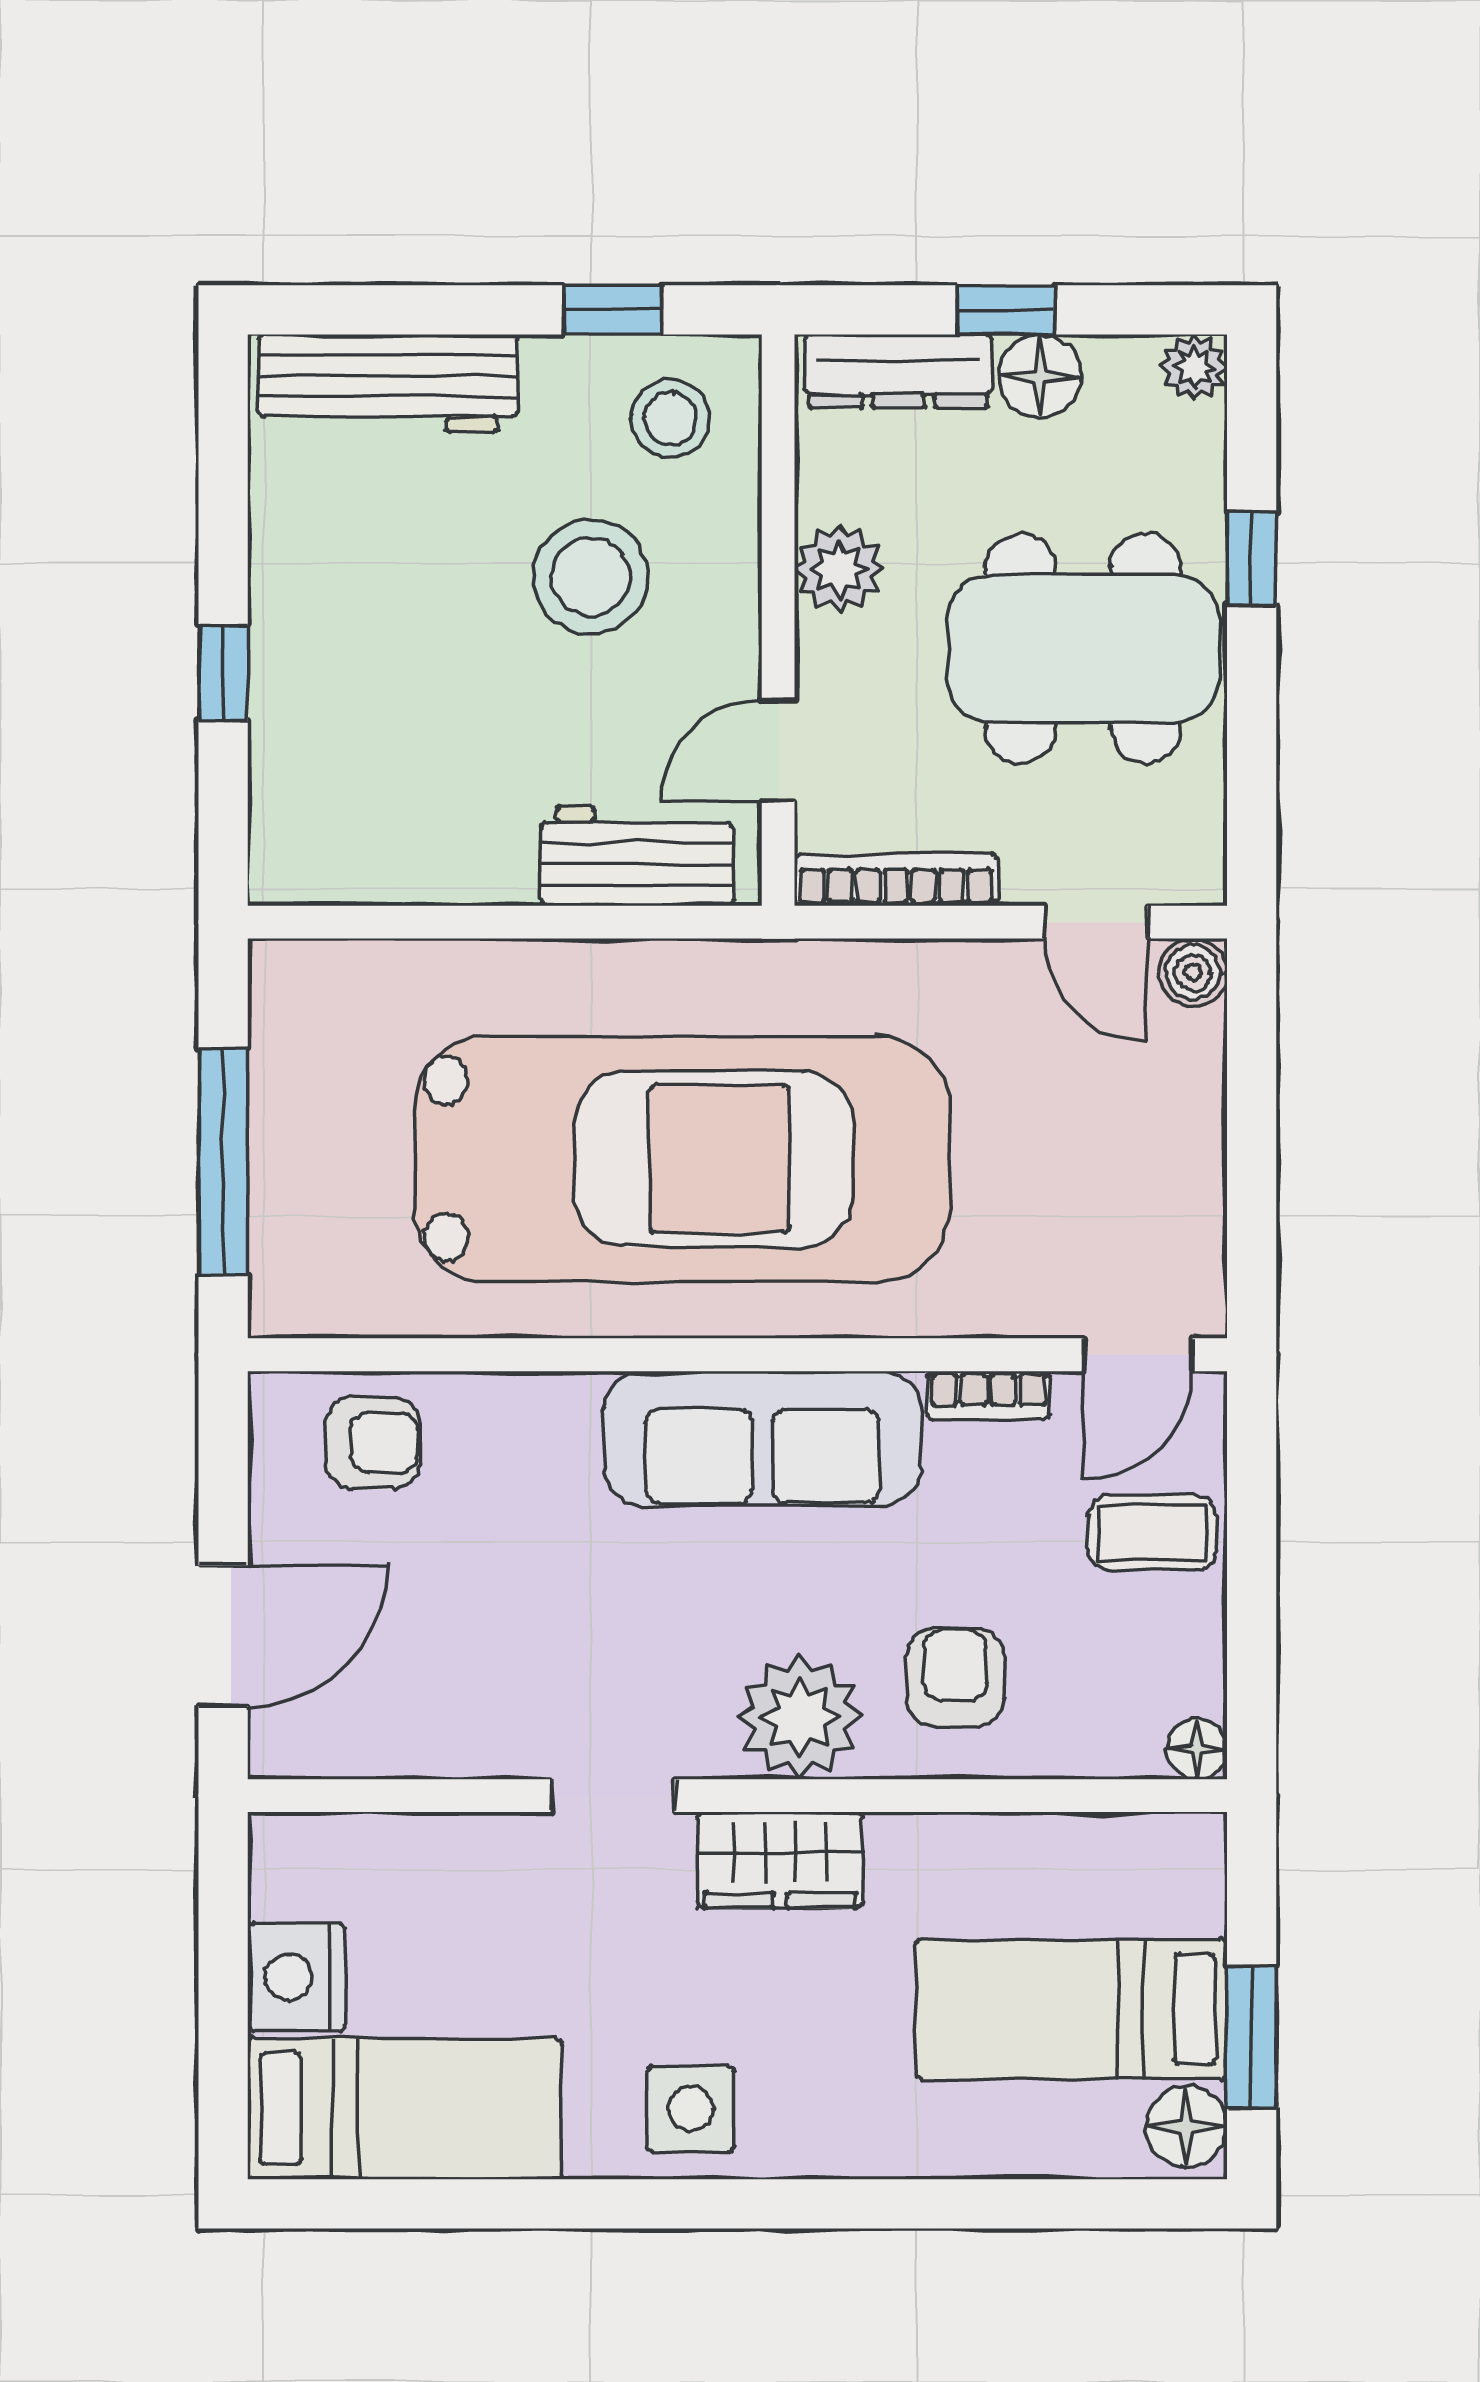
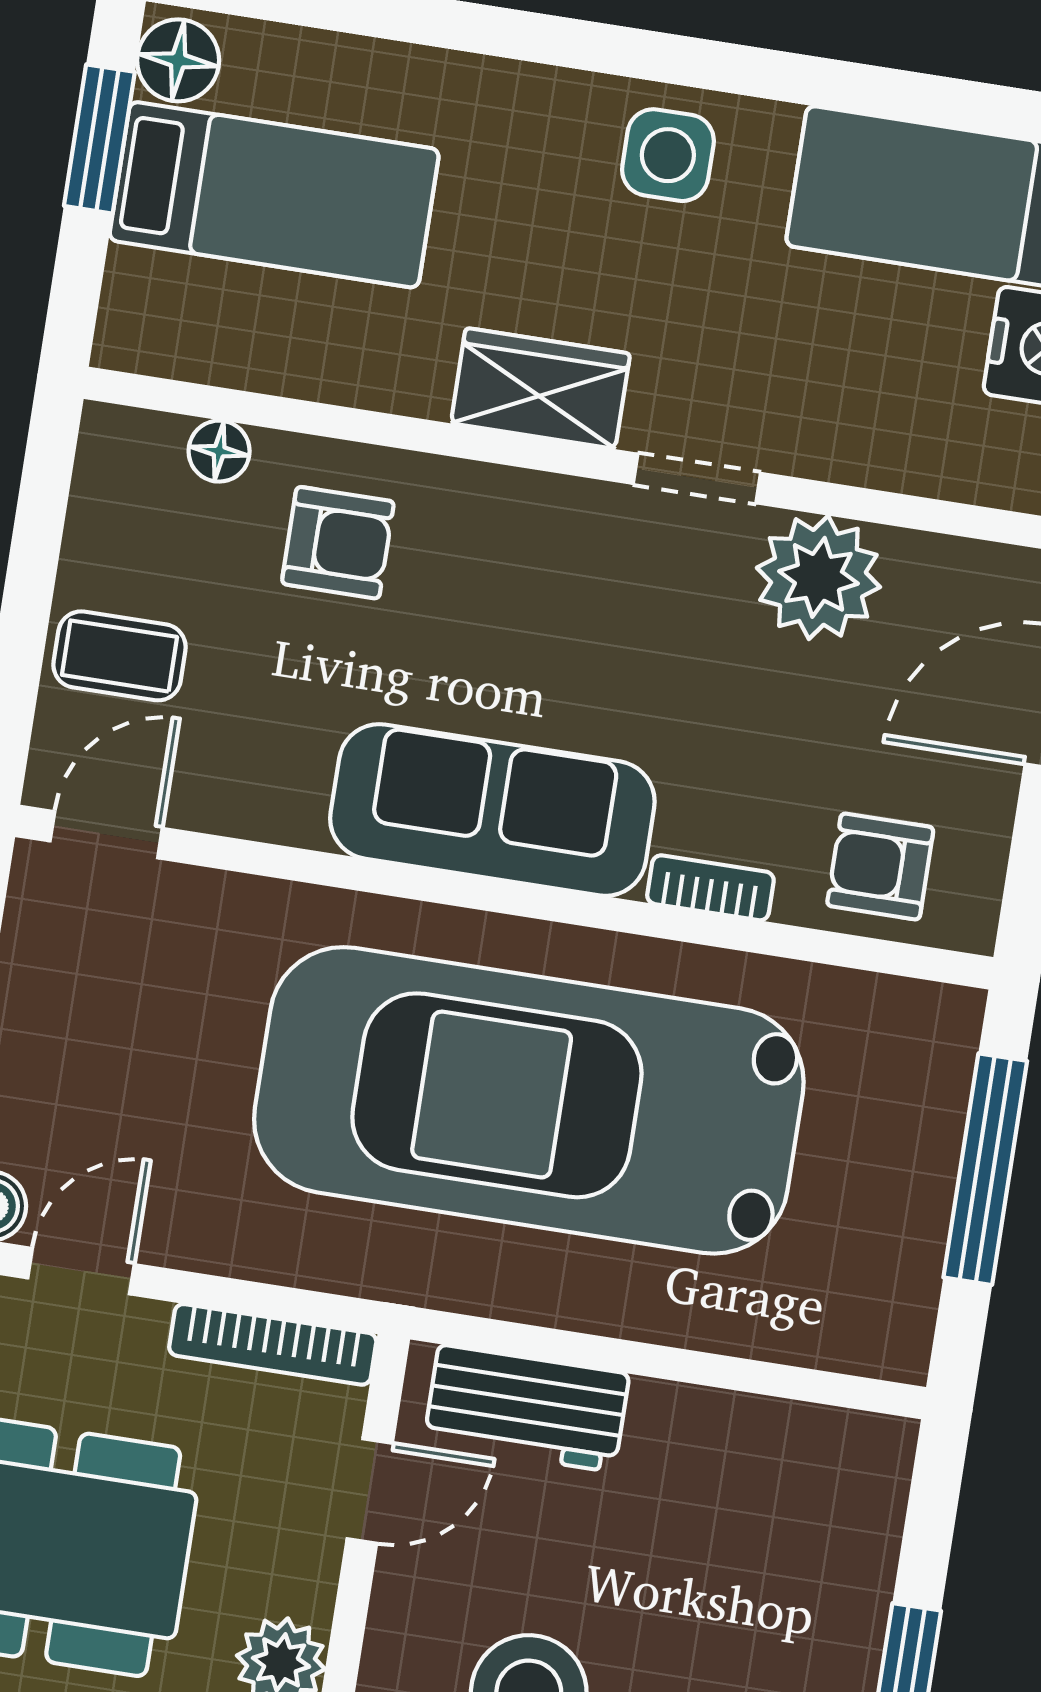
door: (1096, 922) -> (81, 1271), hinge flipped
bookcase: (989, 1396) -> (710, 888), moved
armchair: (955, 1677) -> (338, 543), turned -90
plant: (800, 1717) -> (818, 577), moved
floor lamp: (1197, 1749) -> (219, 451), moved

